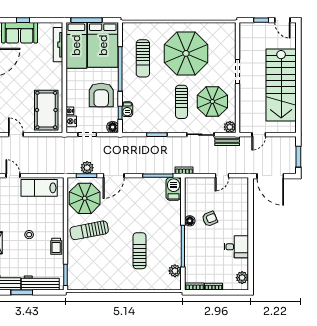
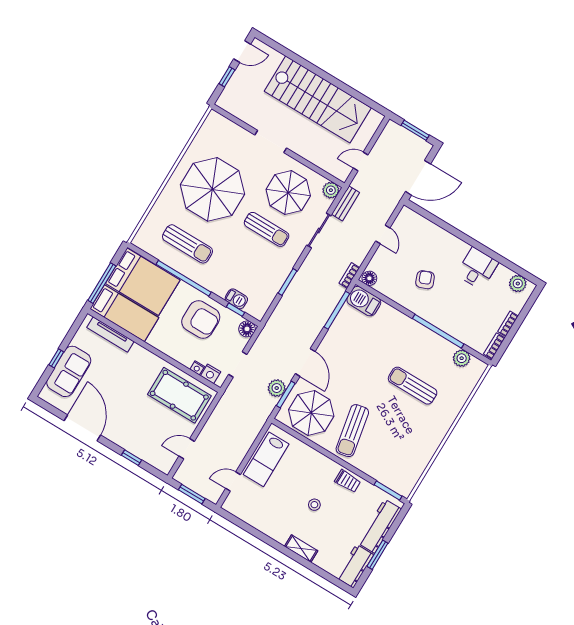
door: (259, 135) -> (361, 161), swing flipped
floor lamp: (190, 221) -> (369, 278), moved

